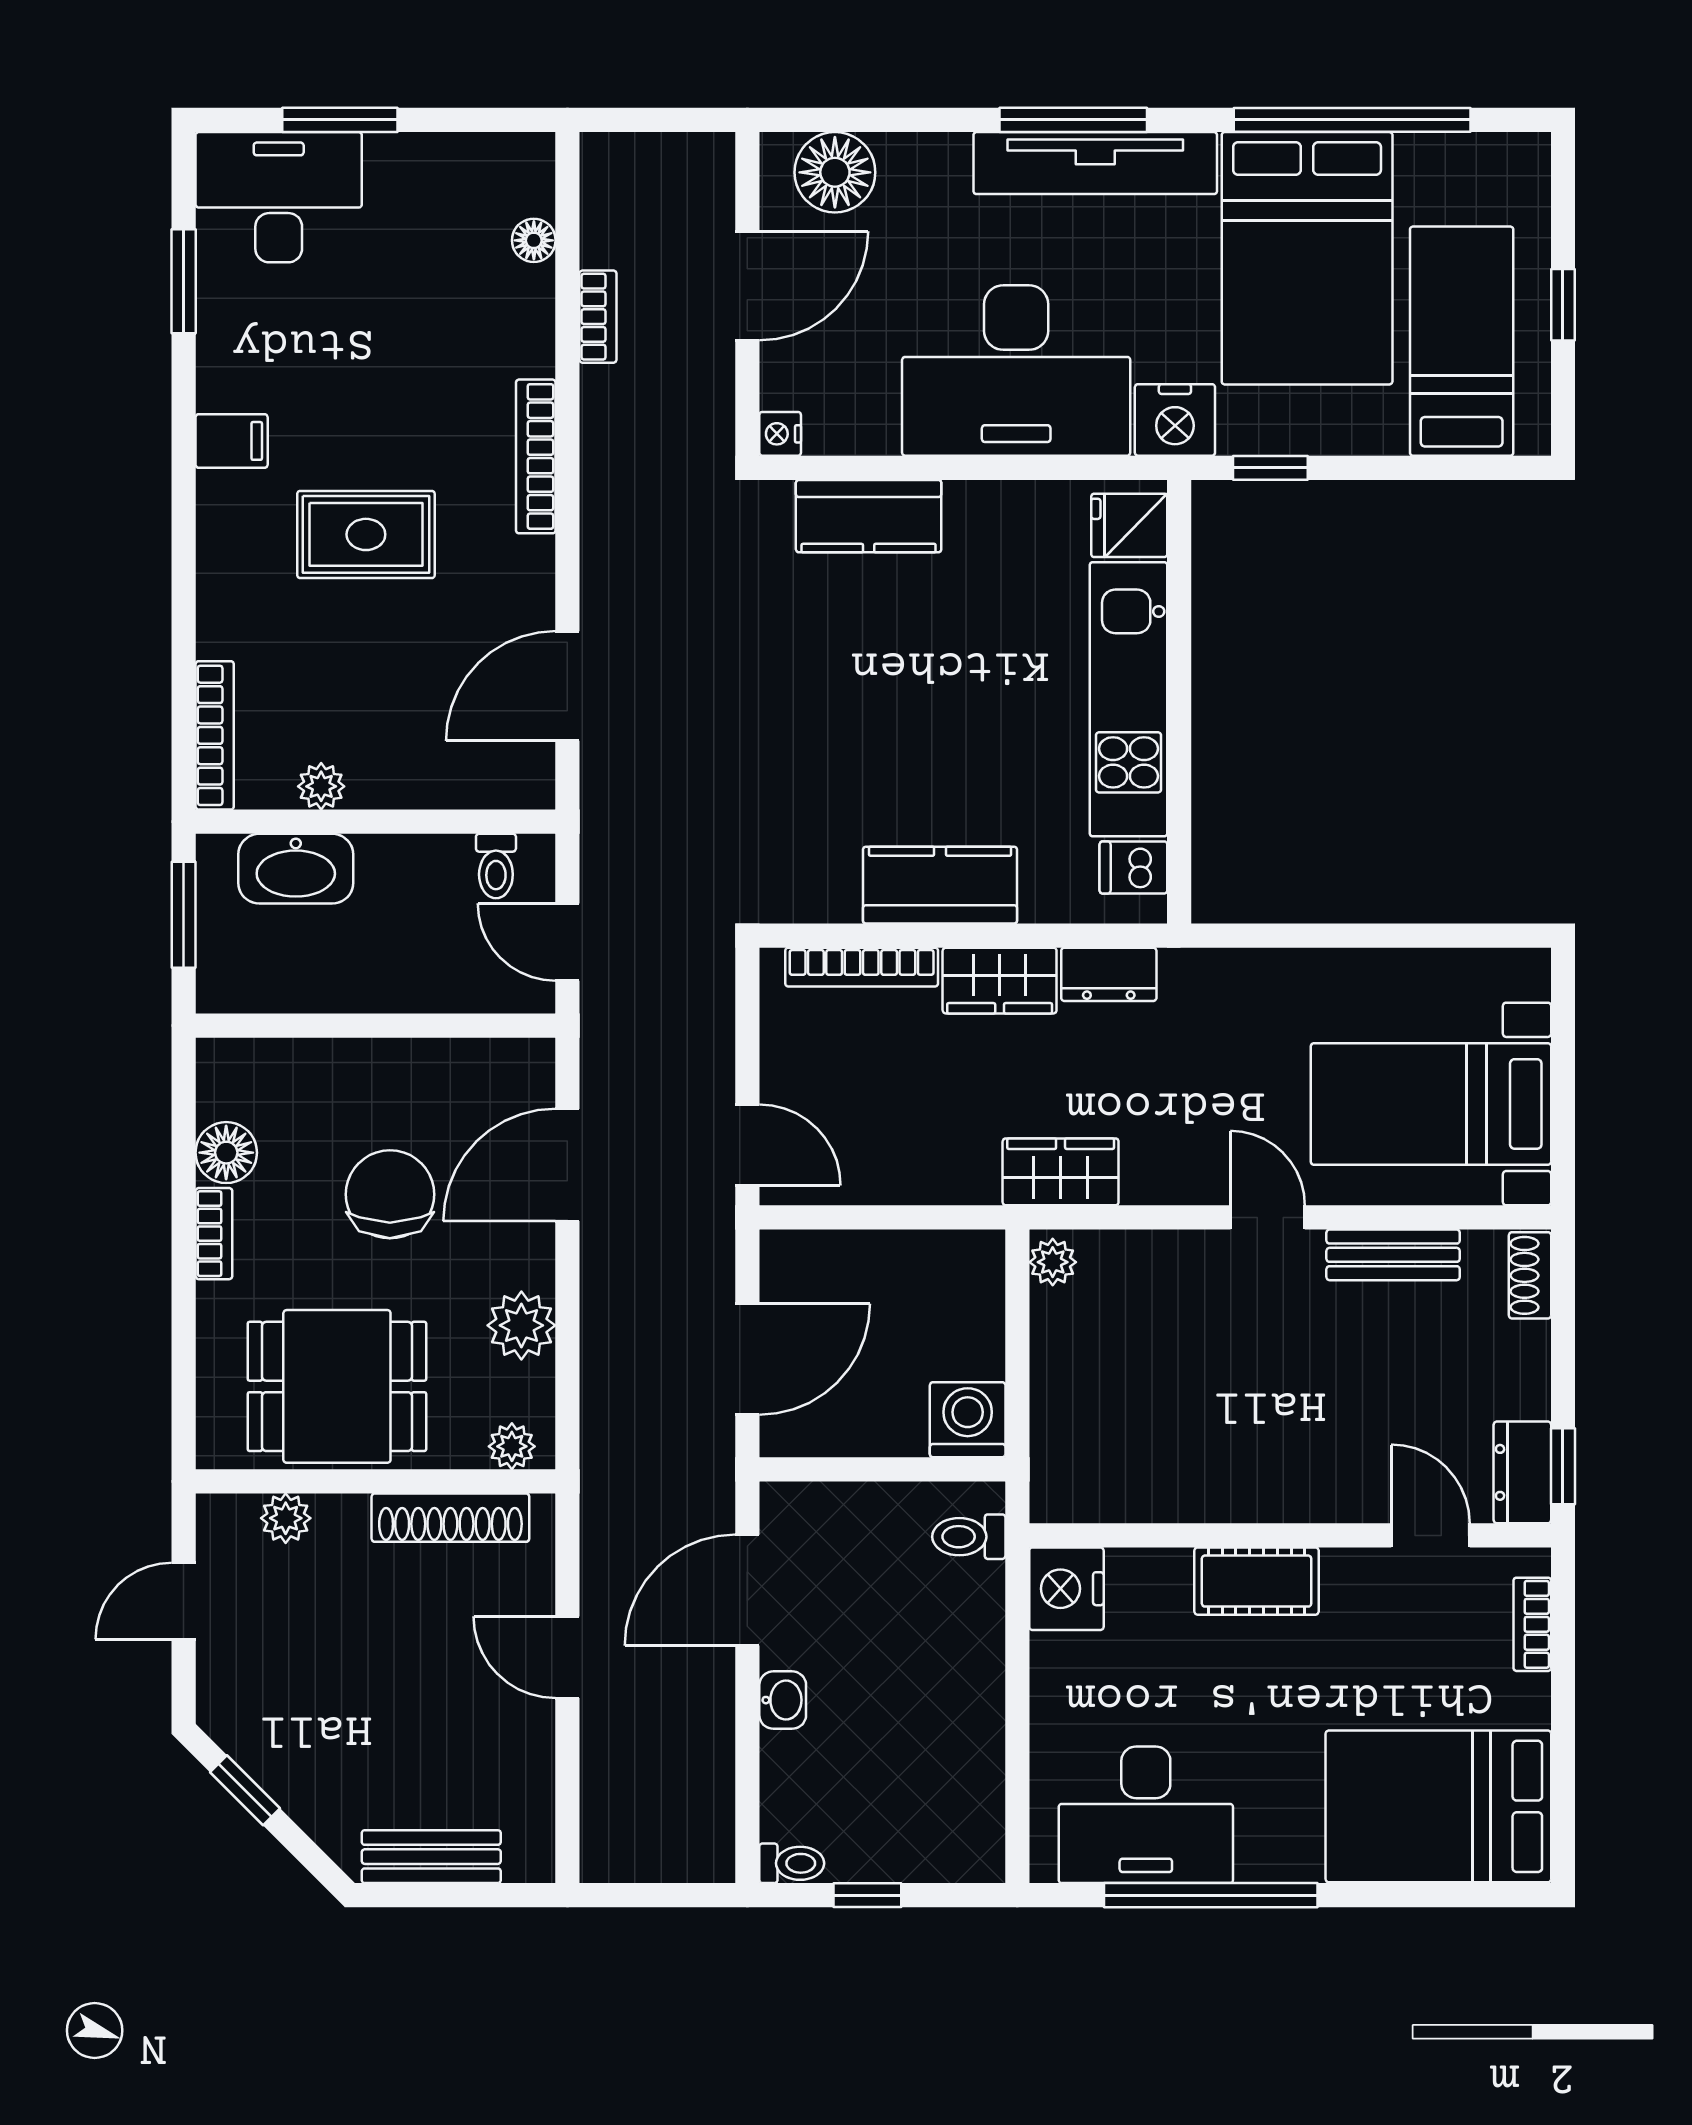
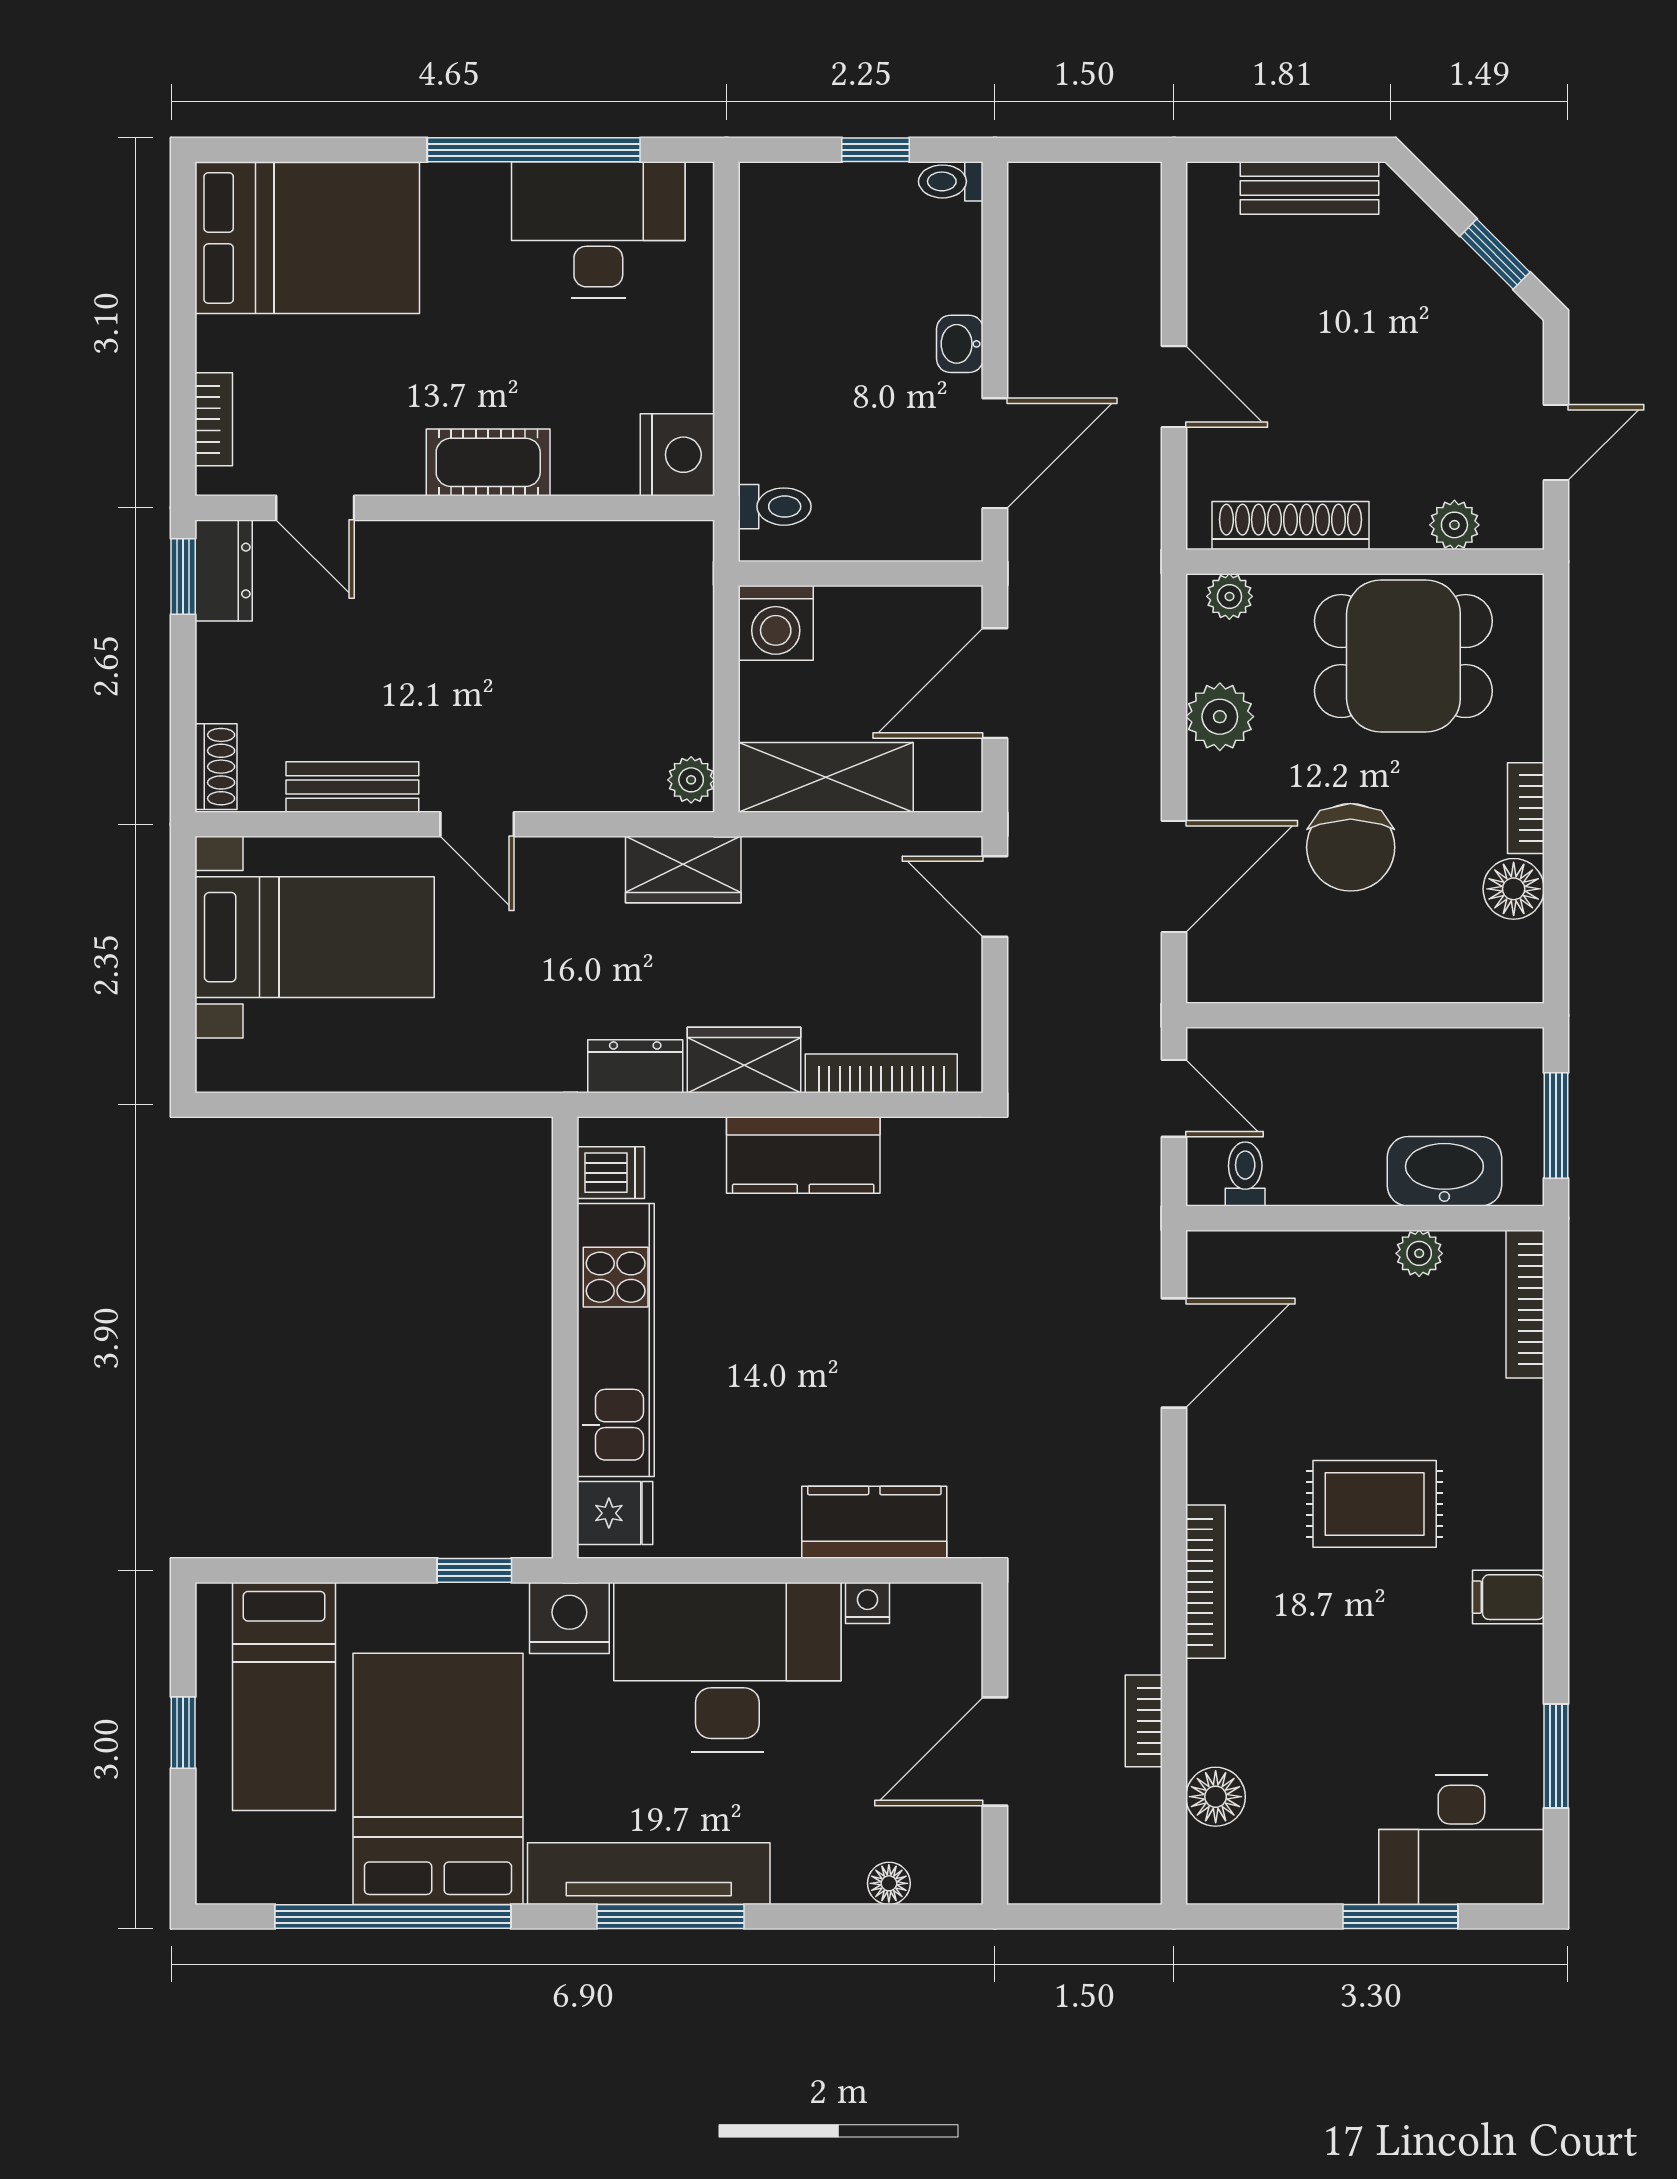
floor lamp: (835, 172) -> (889, 1883), width x0.53, depth x0.53
floor lamp: (534, 240) -> (1216, 1797), width x1.37, depth x1.37
nightstand: (780, 434) -> (868, 1603), moved, turned -90
shelving: (917, 1265) -> (826, 777), added

